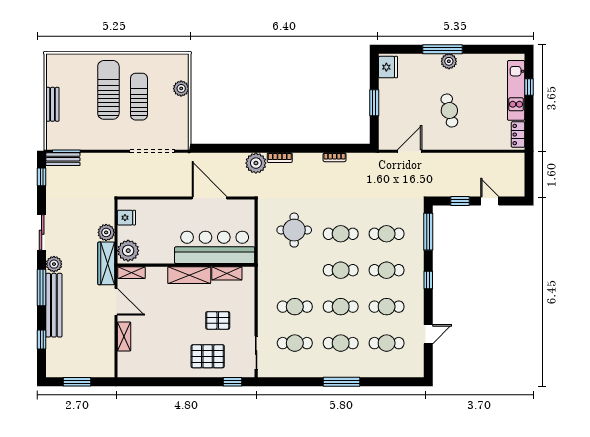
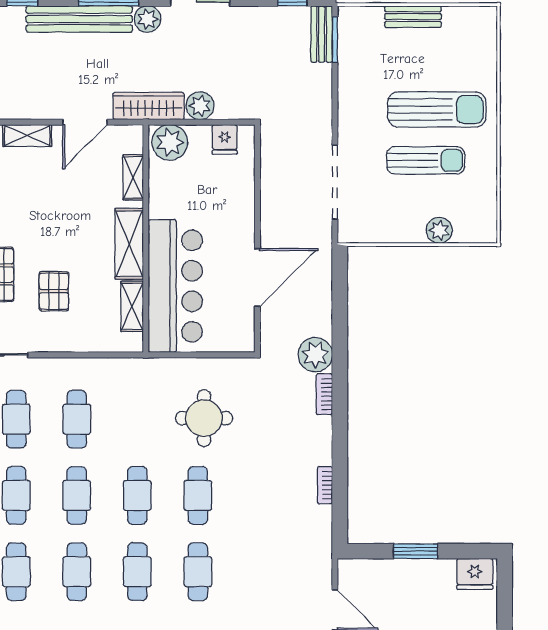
shelving: (131, 273) -> (133, 177), moved

